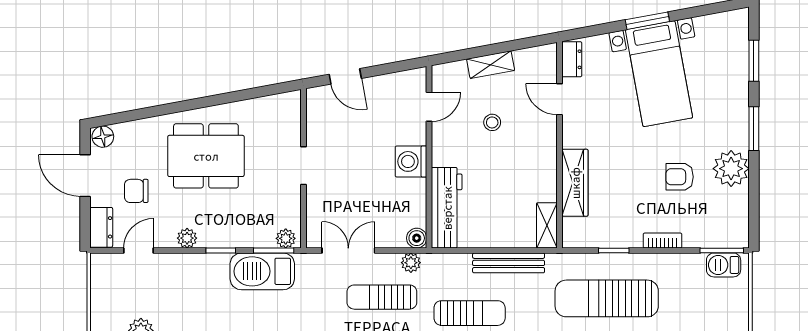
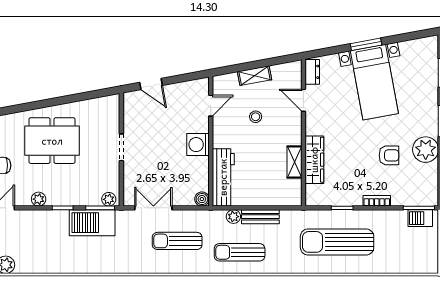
armchair: (680, 177) -> (389, 155), turned 180
shelving: (547, 225) -> (295, 162), moved
plant: (411, 263) -> (233, 217), moved
bench: (509, 263) -> (260, 217), width x0.73
sun lounger: (470, 313) -> (240, 252), turned 180

